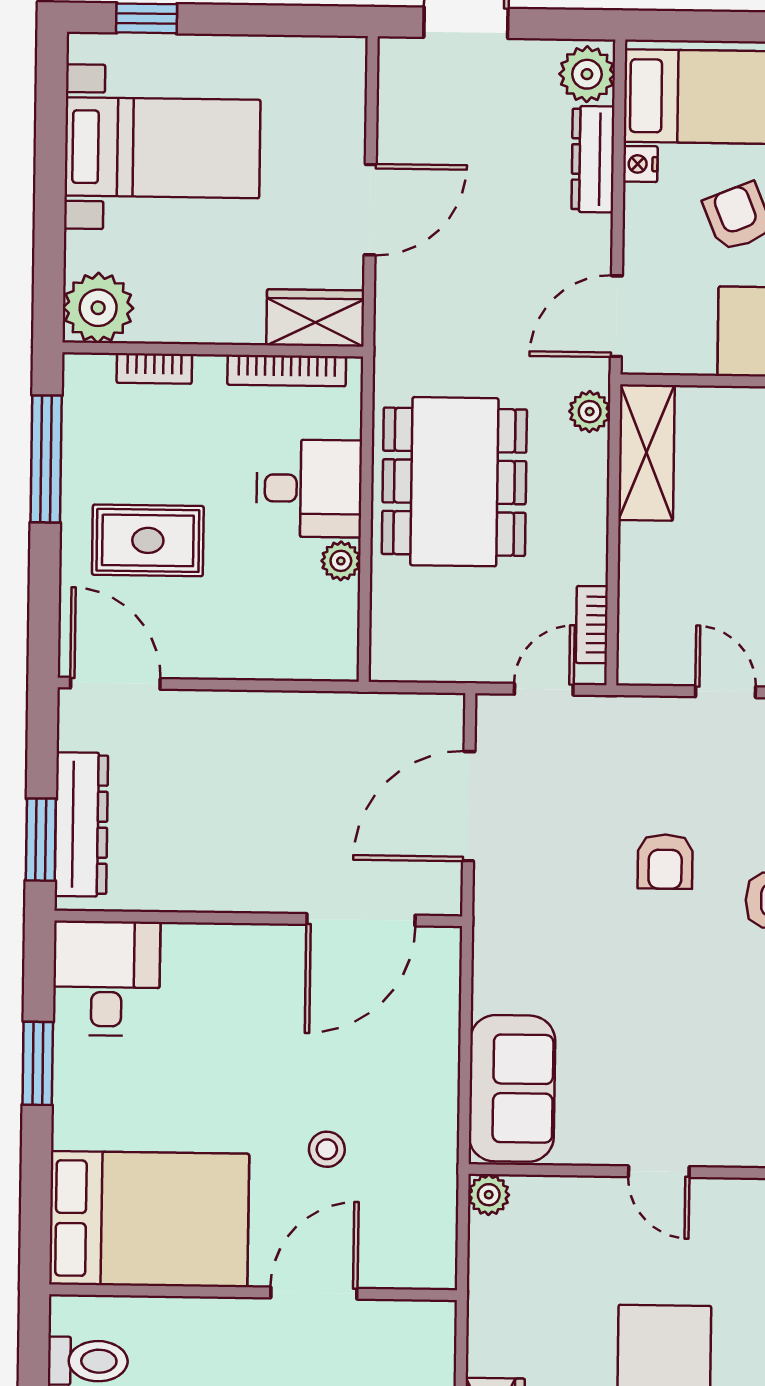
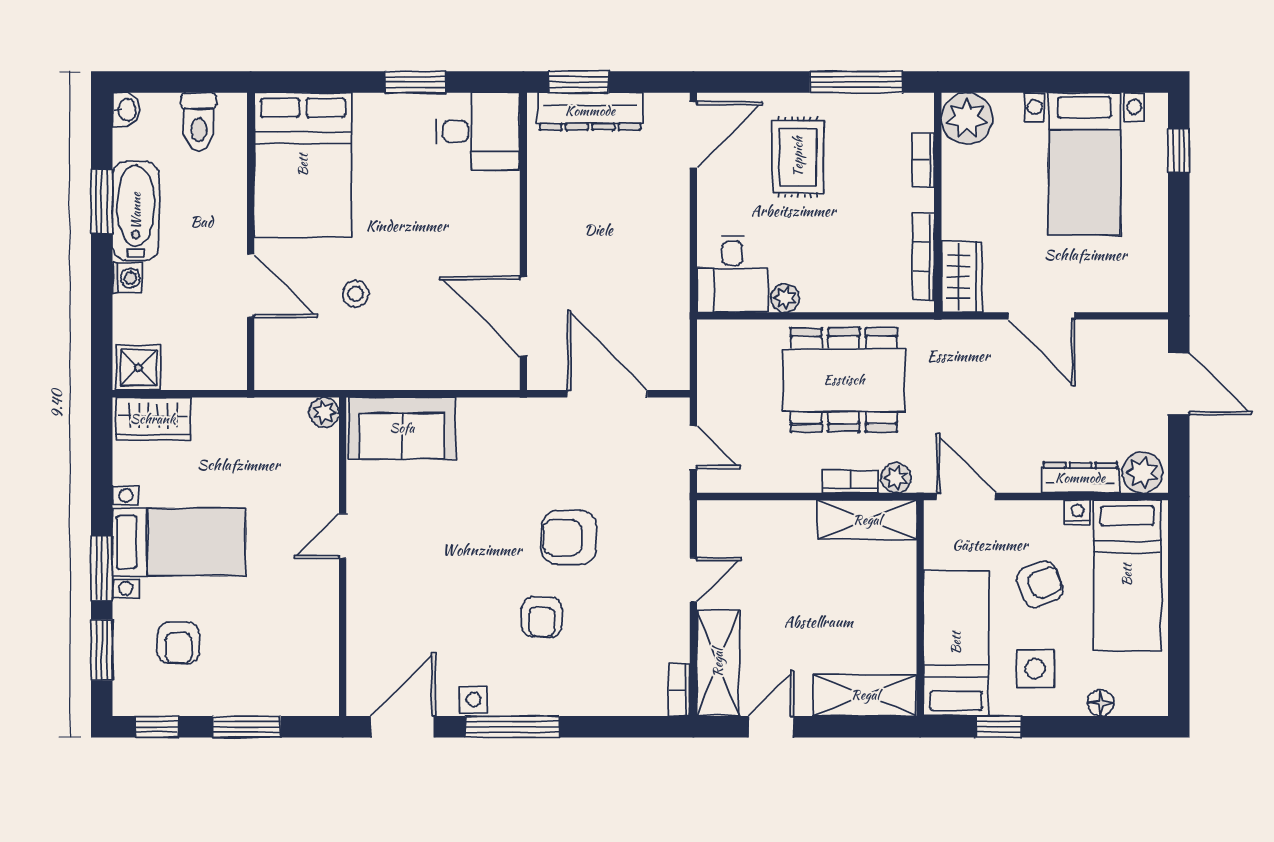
desk: (309, 488) -> (732, 274), moved
bookcase: (592, 625) -> (850, 482), moved
armchair: (665, 862) -> (569, 538), width x1.38, depth x1.38

